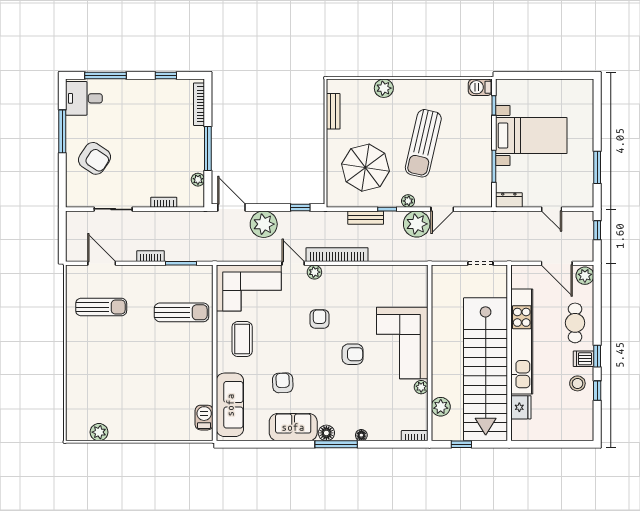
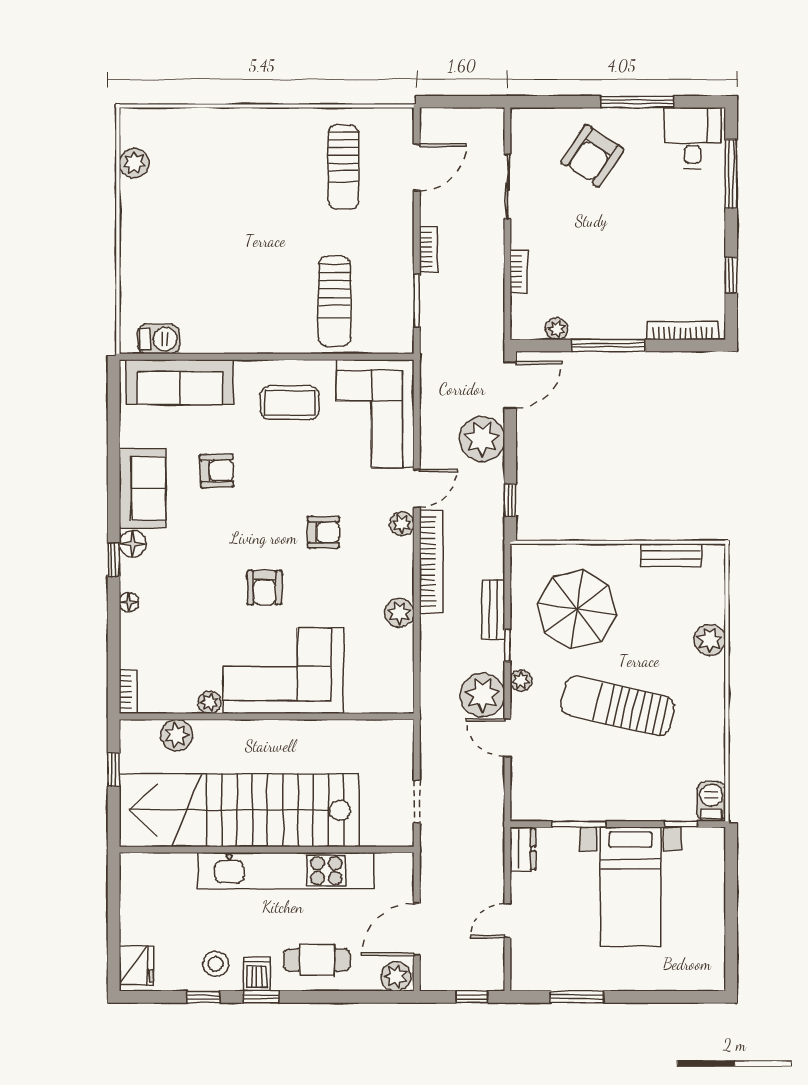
plant: (368, 274) -> (399, 613), added
fridge: (521, 407) -> (136, 966), moved, turned -90
window: (336, 444) -> (114, 560), width x0.46

